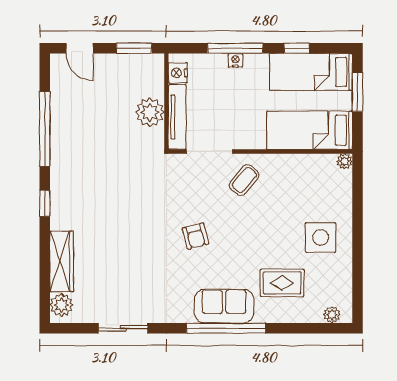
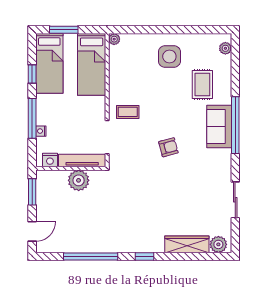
nightstand: (235, 60) -> (41, 131), moved
coffee table: (244, 180) -> (128, 112), turned -40

